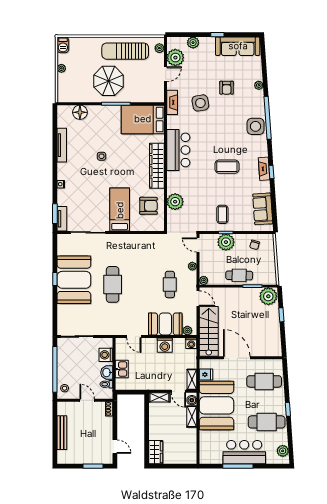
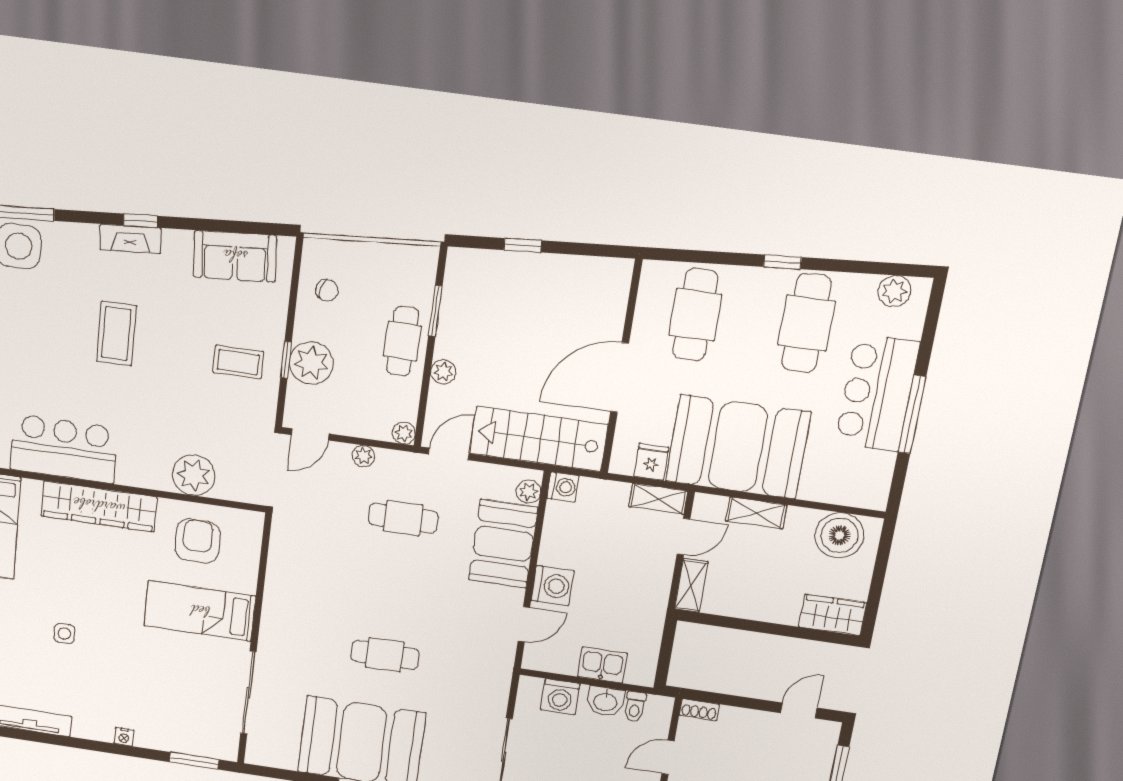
tv unit: (62, 219) -> (208, 747), removed
cafe table: (113, 284) -> (385, 655), width x0.73, depth x0.74
plant: (268, 296) -> (443, 372), moved, width x0.53, depth x0.53
washing machine: (165, 345) -> (553, 586), moved
boiler: (192, 400) -> (839, 535), moved, width x1.86, depth x1.86

